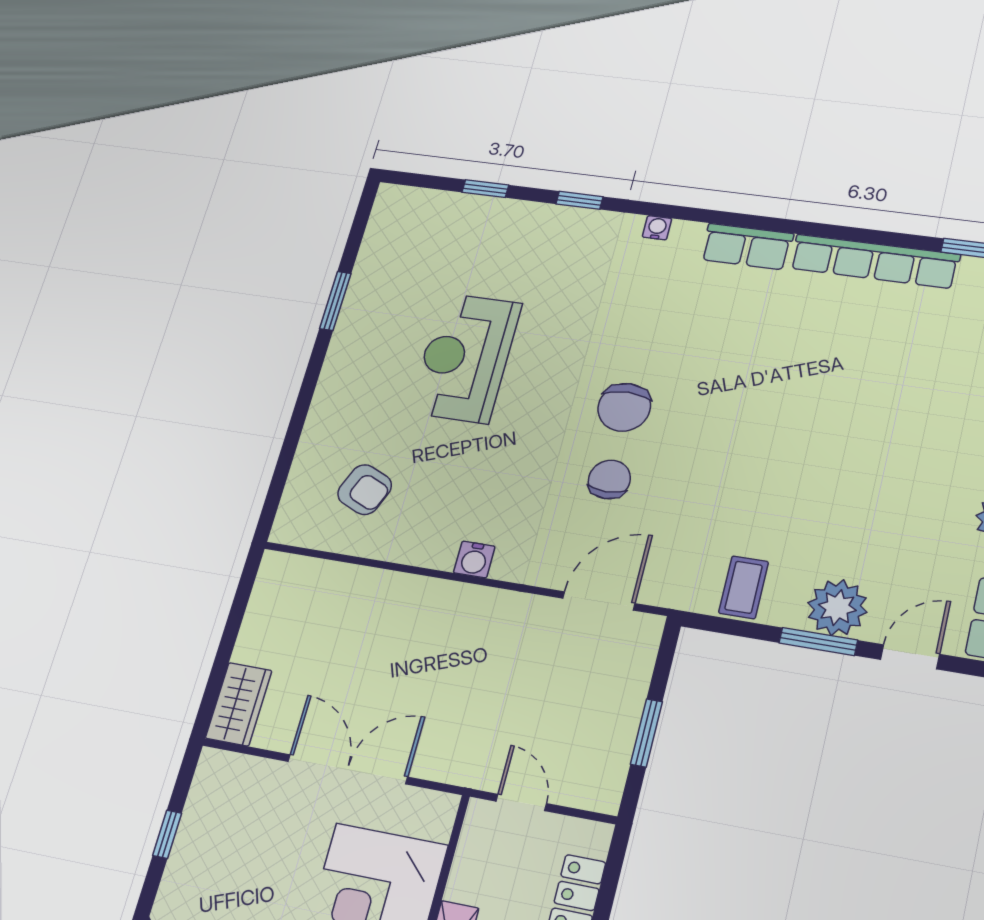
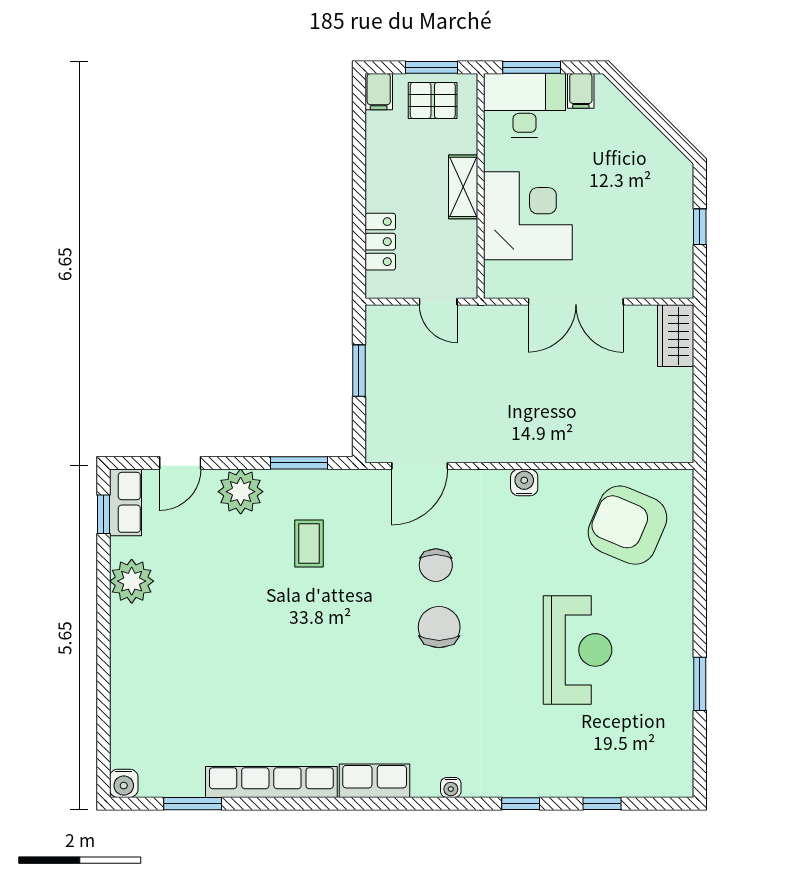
armchair: (365, 490) -> (627, 525), width x1.88, depth x1.88
coffee table: (744, 587) -> (309, 544), moved
window: (818, 641) -> (299, 463), moved

